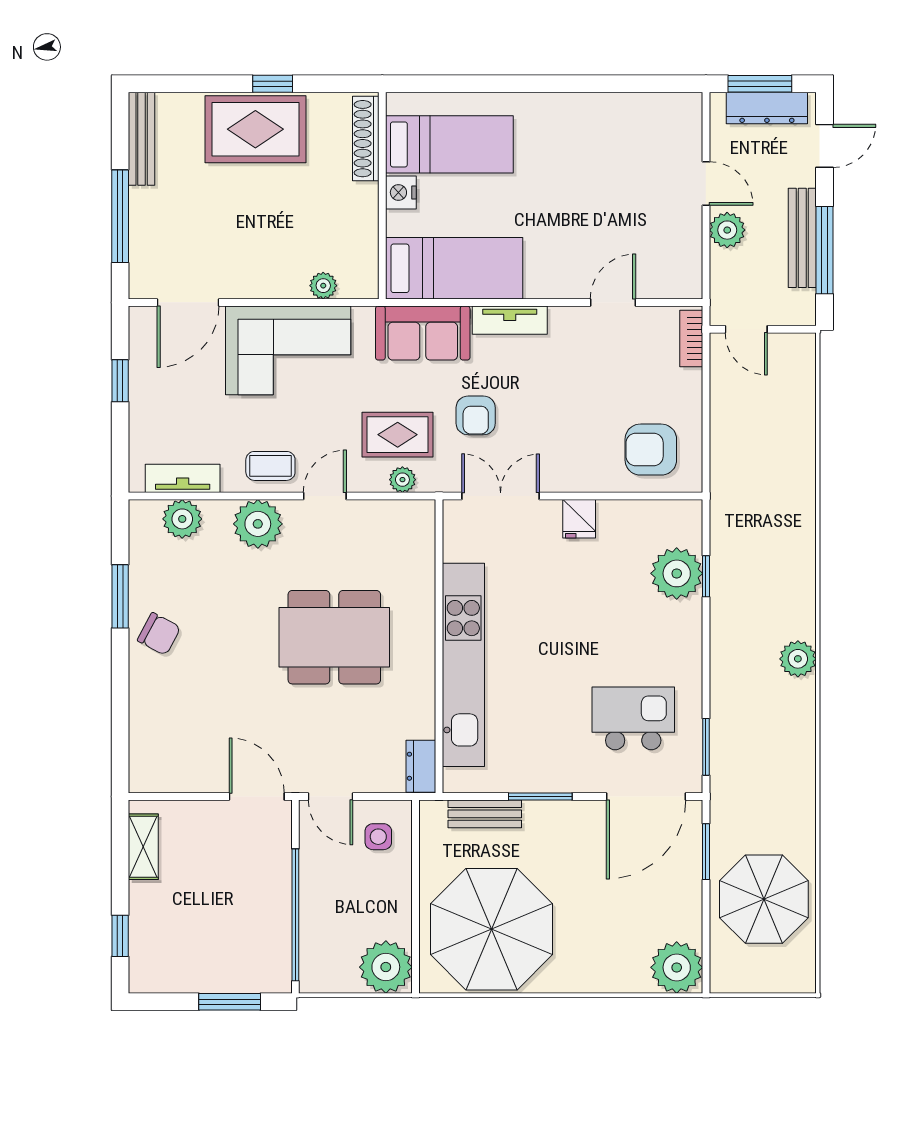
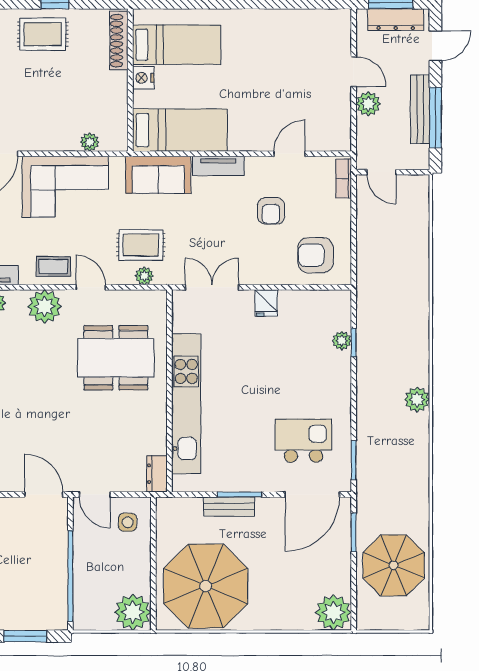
rug: (255, 129) -> (43, 34), width x0.73, depth x0.70
armchair: (476, 415) -> (271, 211), moved
door: (325, 496) -> (91, 287), hinge flipped
plant: (677, 573) -> (342, 341), width x0.53, depth x0.53
dining table: (334, 637) -> (116, 358), moved
bench: (485, 814) -> (229, 506), moved

